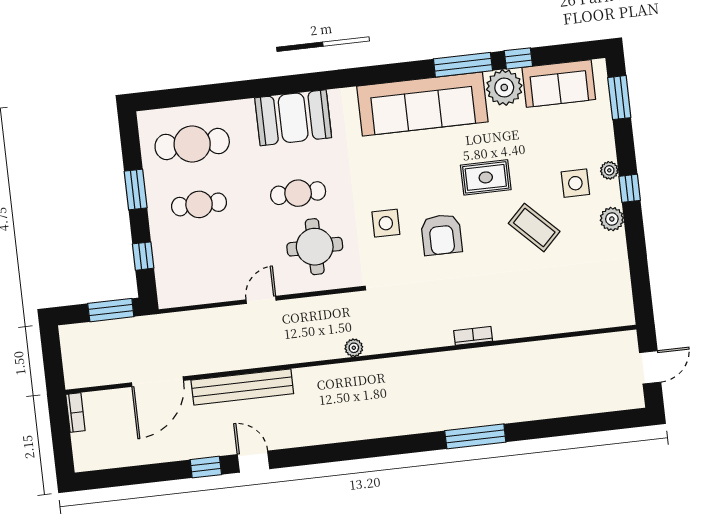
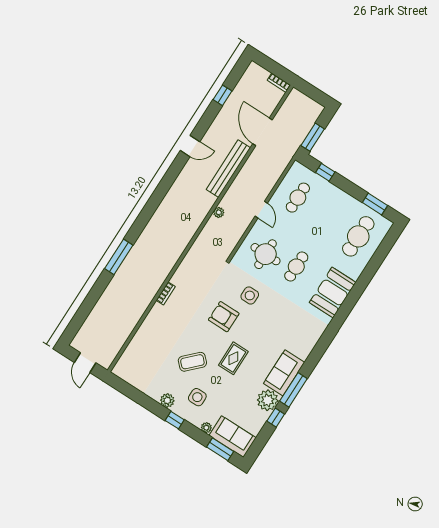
sofa: (559, 83) -> (233, 437), moved, turned 90
sofa: (422, 104) -> (284, 373), width x0.54, depth x0.79
plant: (609, 170) -> (206, 428), moved
window: (136, 189) -> (375, 204), moved
cafe table: (199, 204) -> (298, 198), moved
plant: (354, 348) -> (219, 212), moved
window: (206, 467) -> (222, 95), moved

